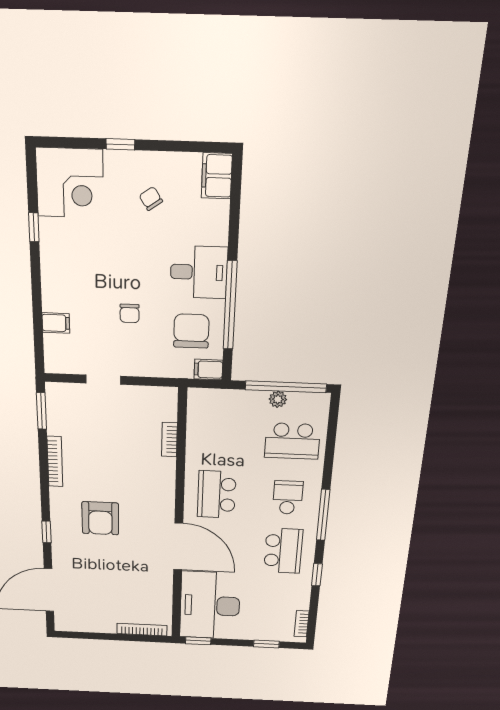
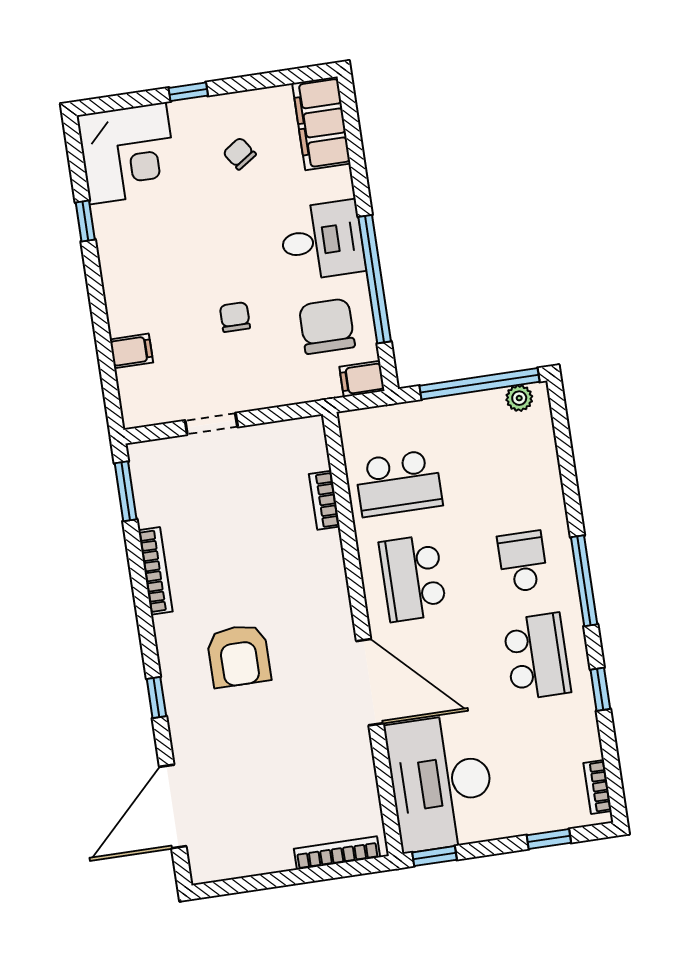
filing cabinet: (217, 176) -> (321, 123), width x1.50, depth x1.17
chair: (130, 313) -> (235, 317), turned 180
plant: (278, 399) -> (519, 398), moved
school desk: (292, 441) -> (399, 483), moved

